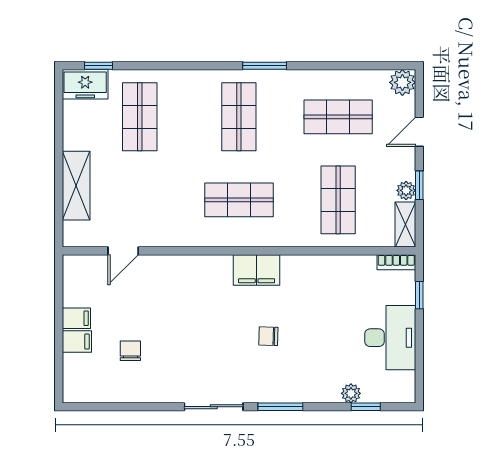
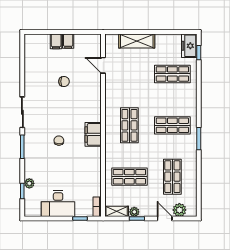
plant: (402, 82) -> (179, 210), moved
chair: (130, 351) -> (64, 81), moved

